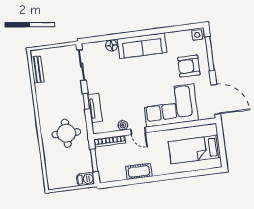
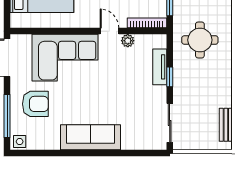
floor lamp: (111, 45) -> (129, 143), removed

